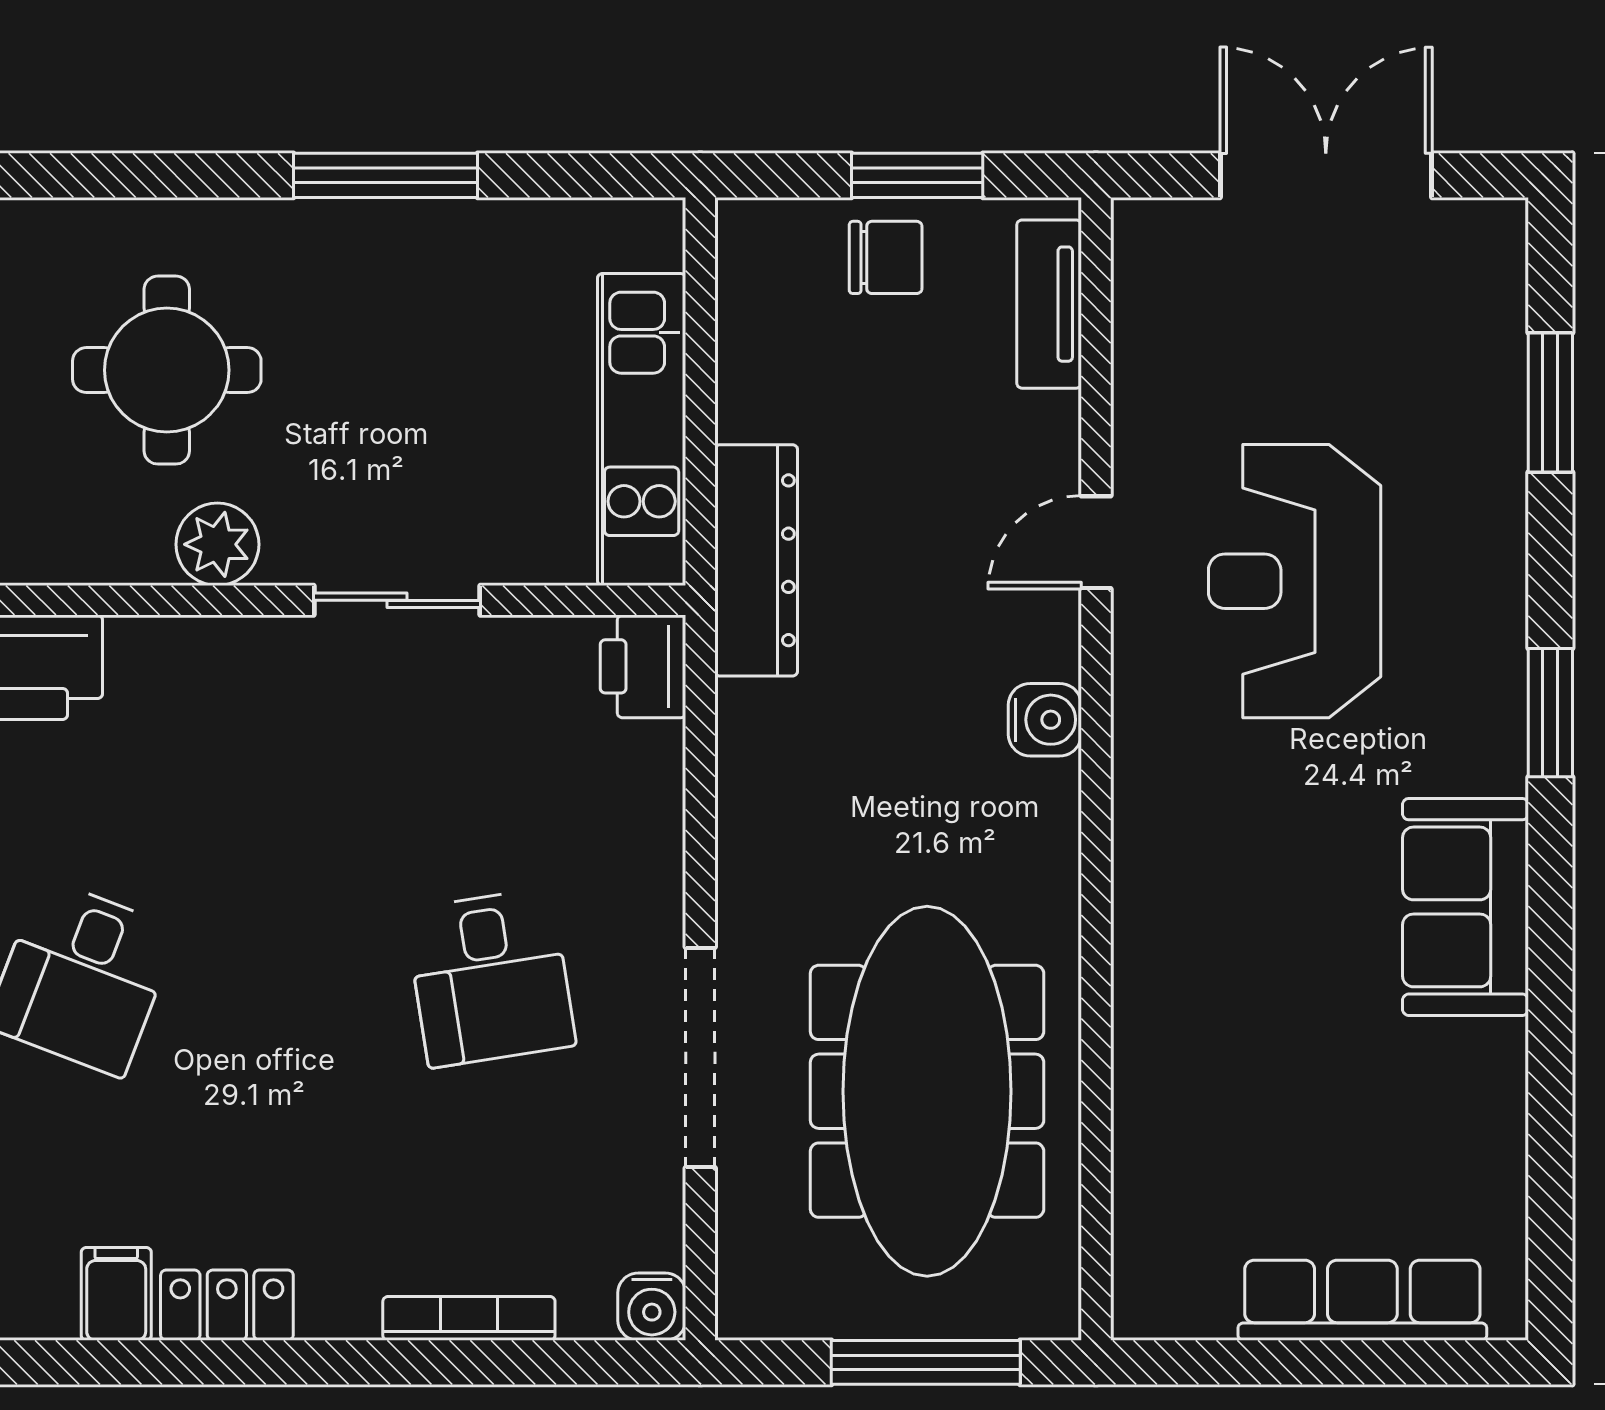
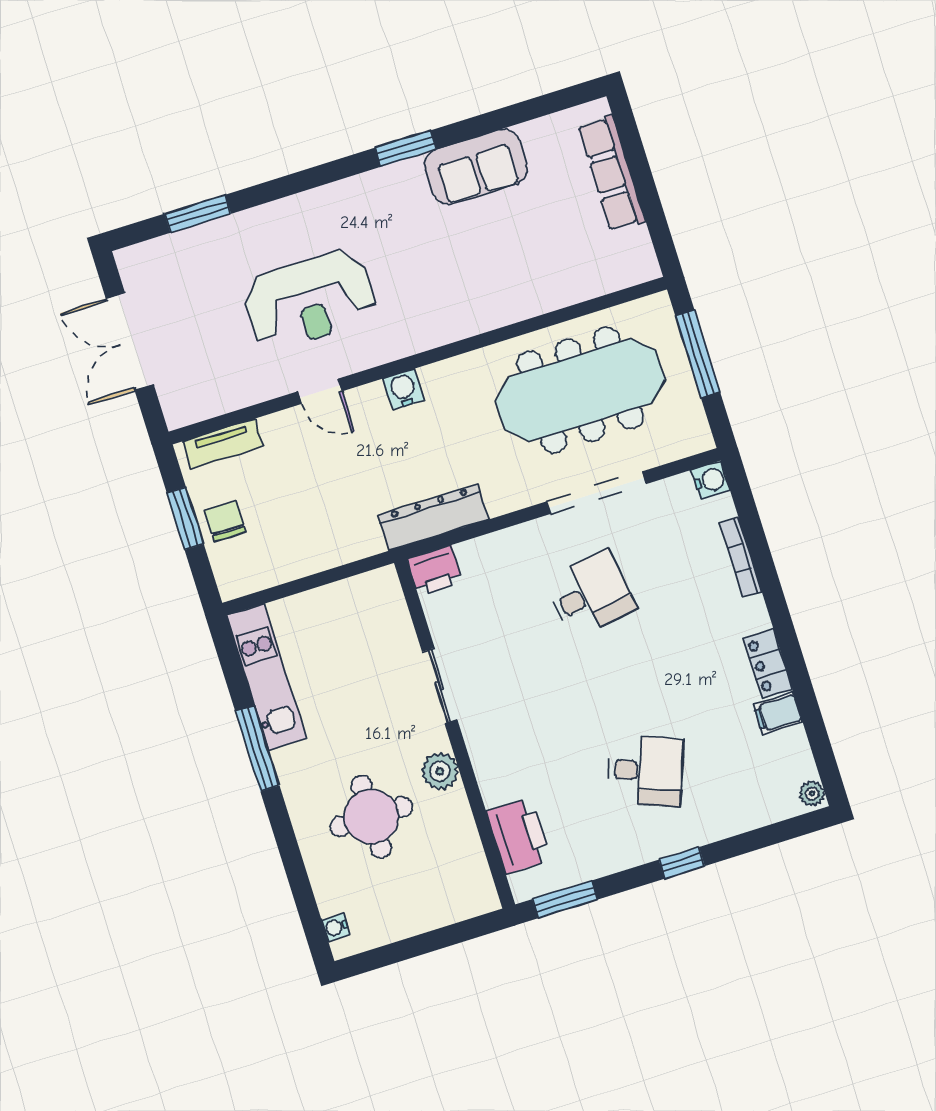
kitchen unit: (642, 429) -> (266, 677), moved, turned -90
dresser: (756, 560) -> (433, 517), moved
window: (1550, 713) -> (406, 148), moved
sofa: (1465, 907) -> (476, 167), moved

